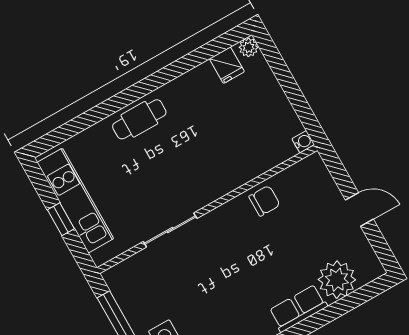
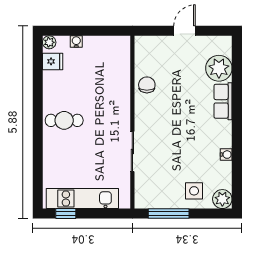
cafe table: (139, 119) -> (64, 120), moved, turned 90
water cooler: (303, 142) -> (76, 42), moved
window: (61, 219) -> (66, 214), moved

